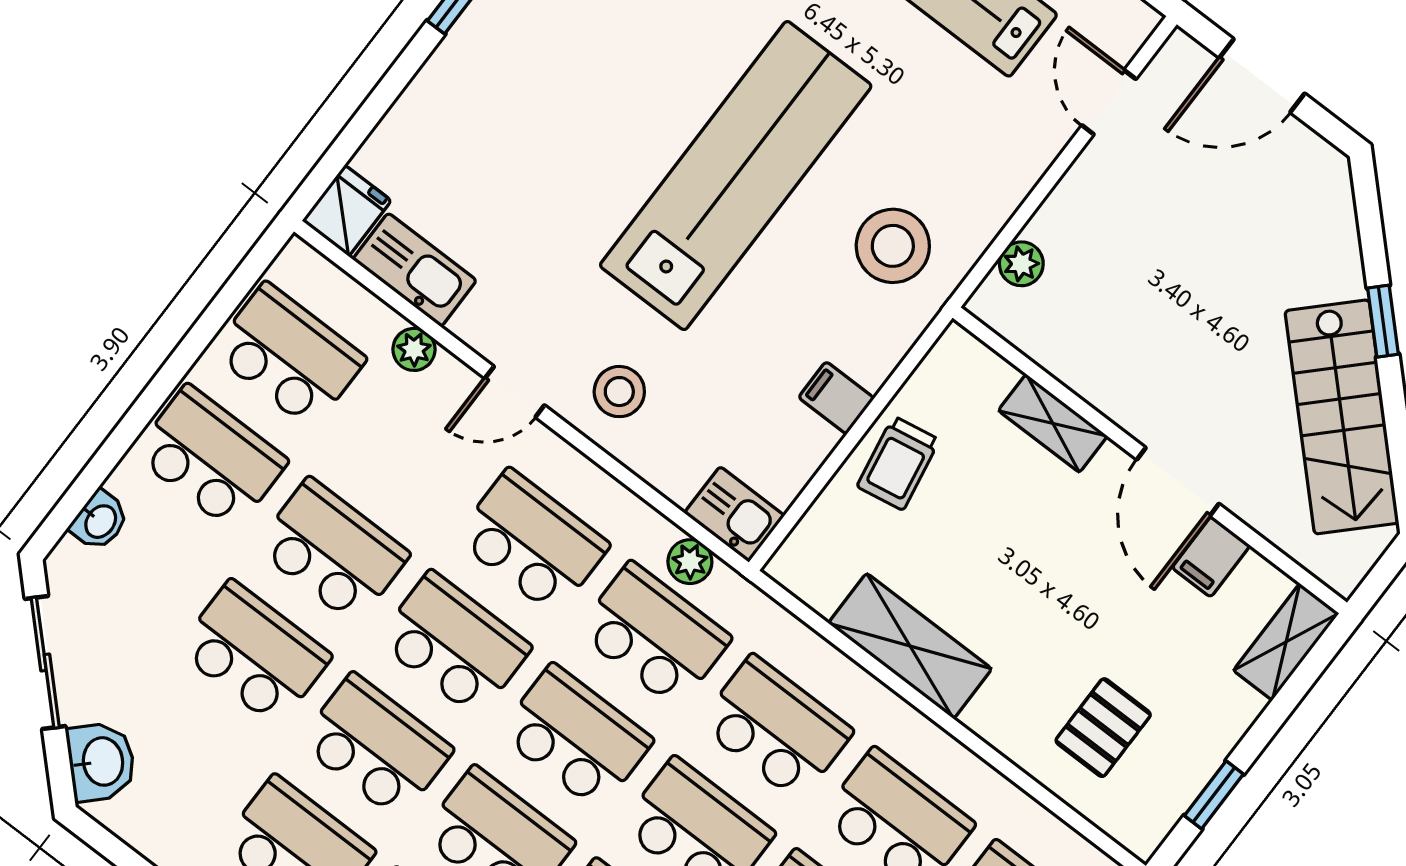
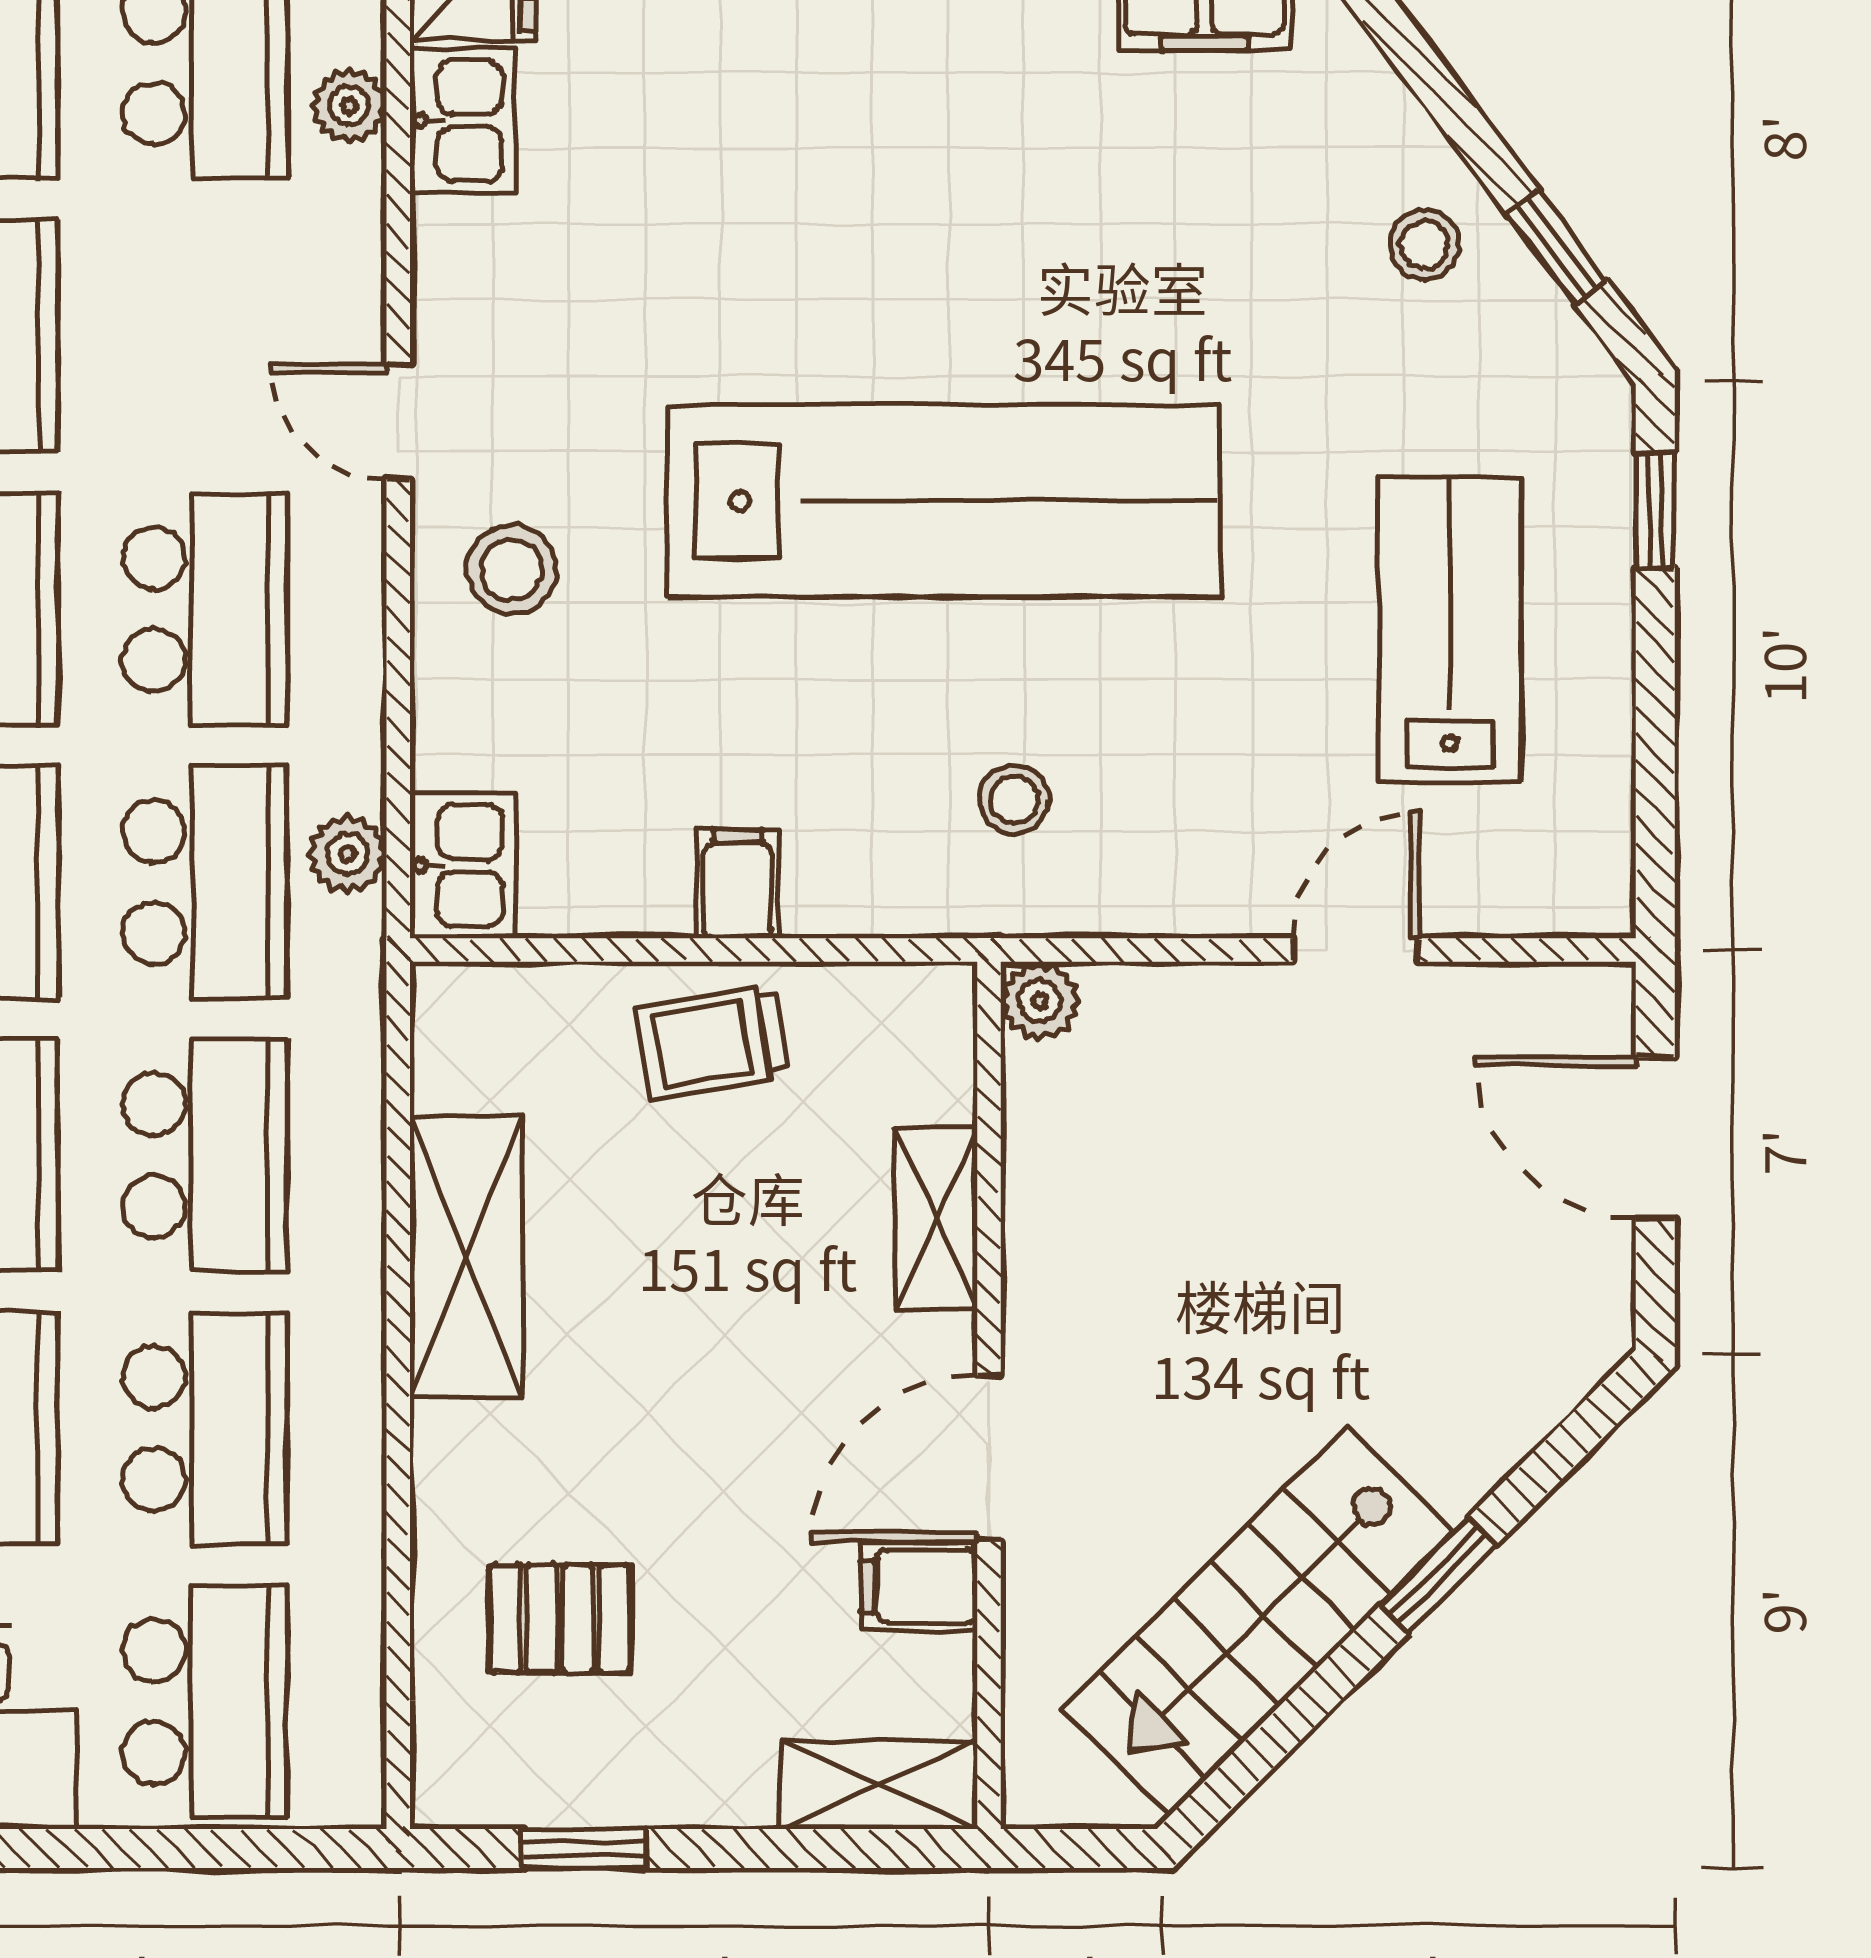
door: (1109, 102) -> (1356, 950), moved
stool: (893, 246) -> (1014, 799), width x0.53, depth x0.53
plant: (1021, 264) -> (1040, 1001), moved
kitchen sink: (415, 270) -> (462, 121), width x0.73
plant: (414, 349) -> (349, 105), moved

